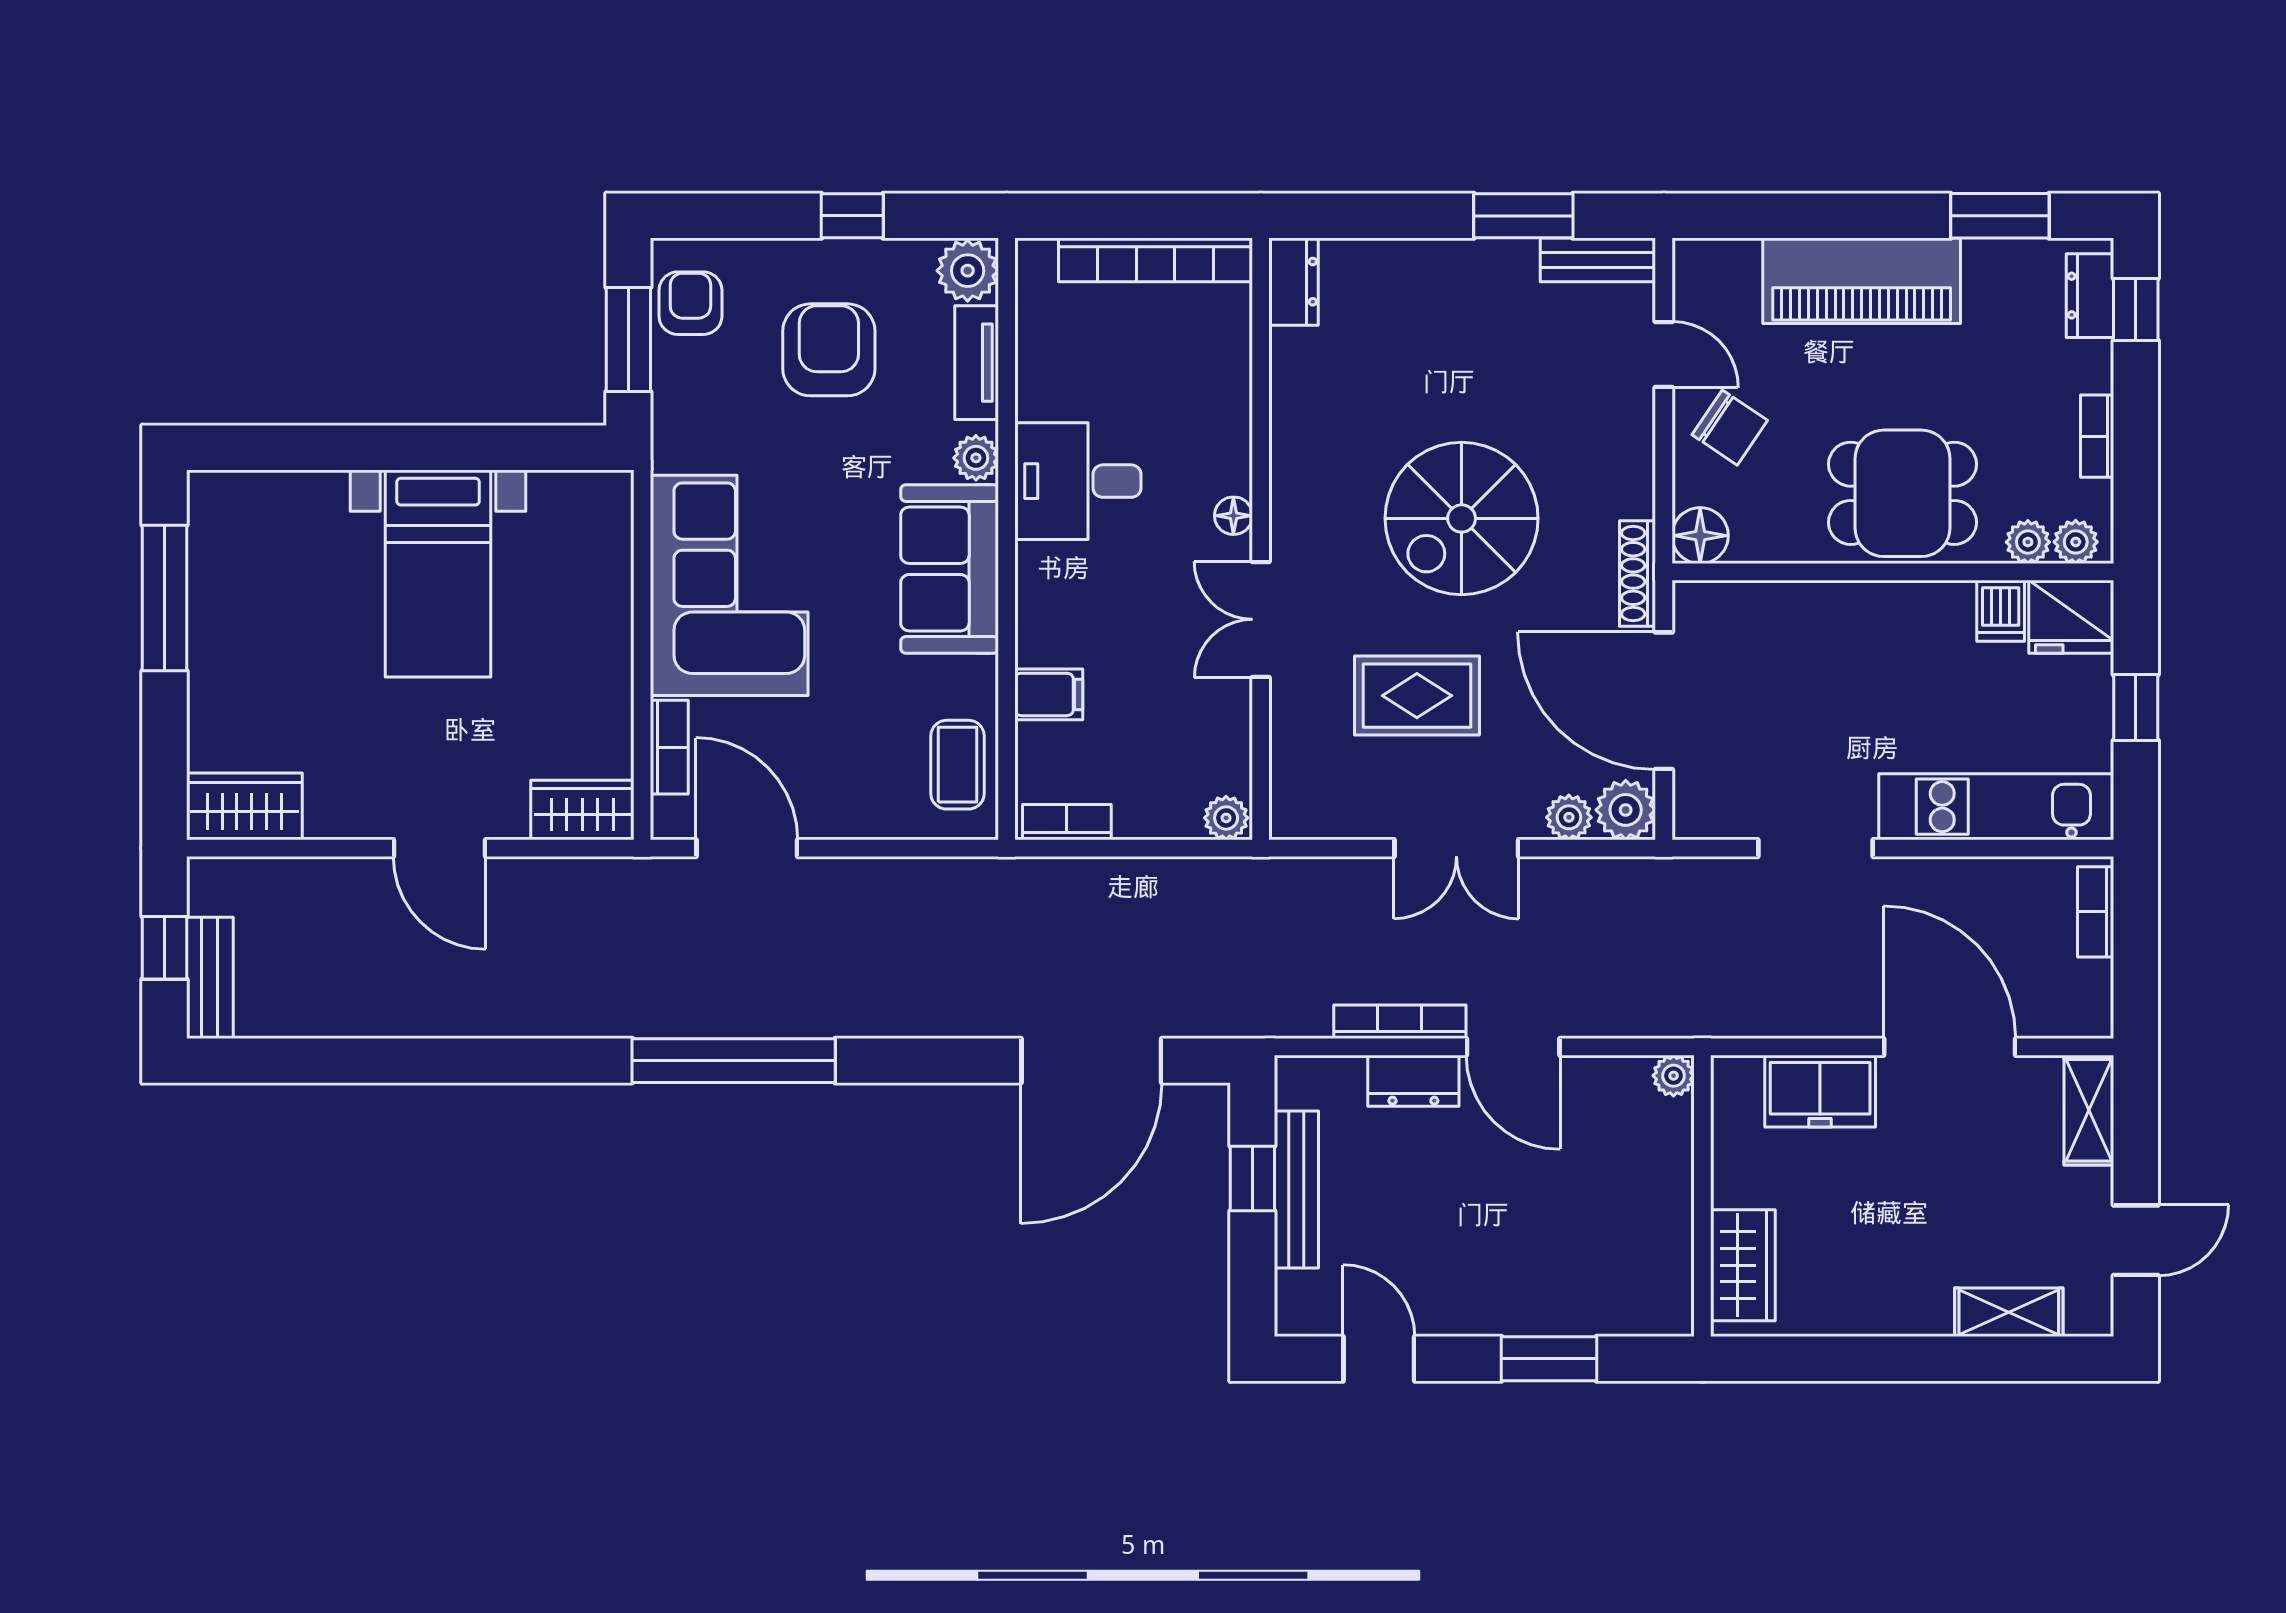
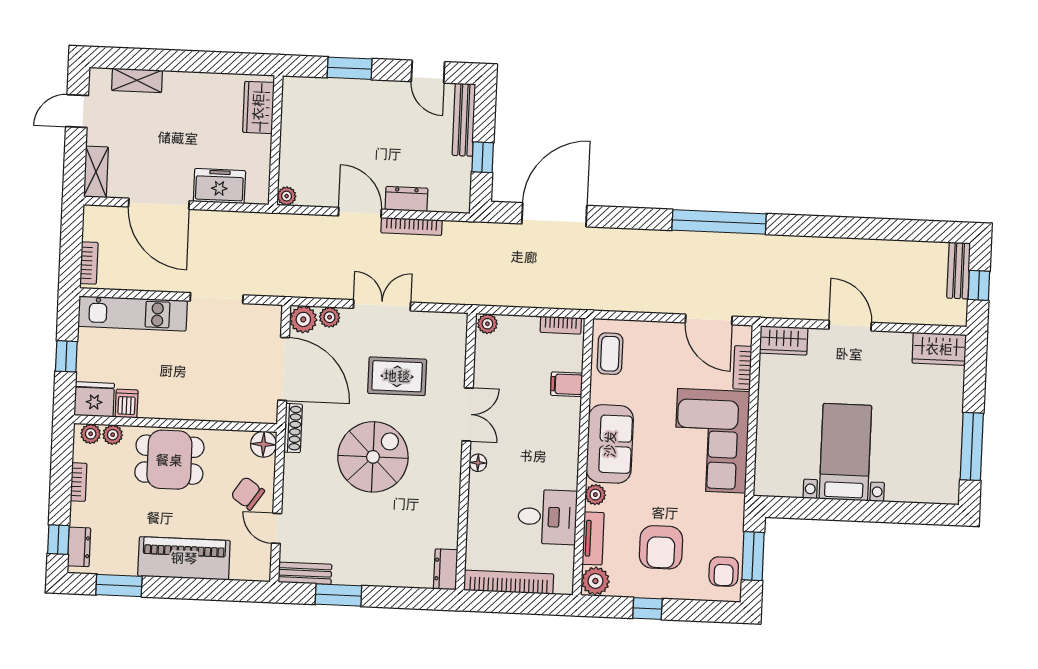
desk: (1078, 481) -> (547, 517), moved
bench: (1296, 1189) -> (464, 120), moved

